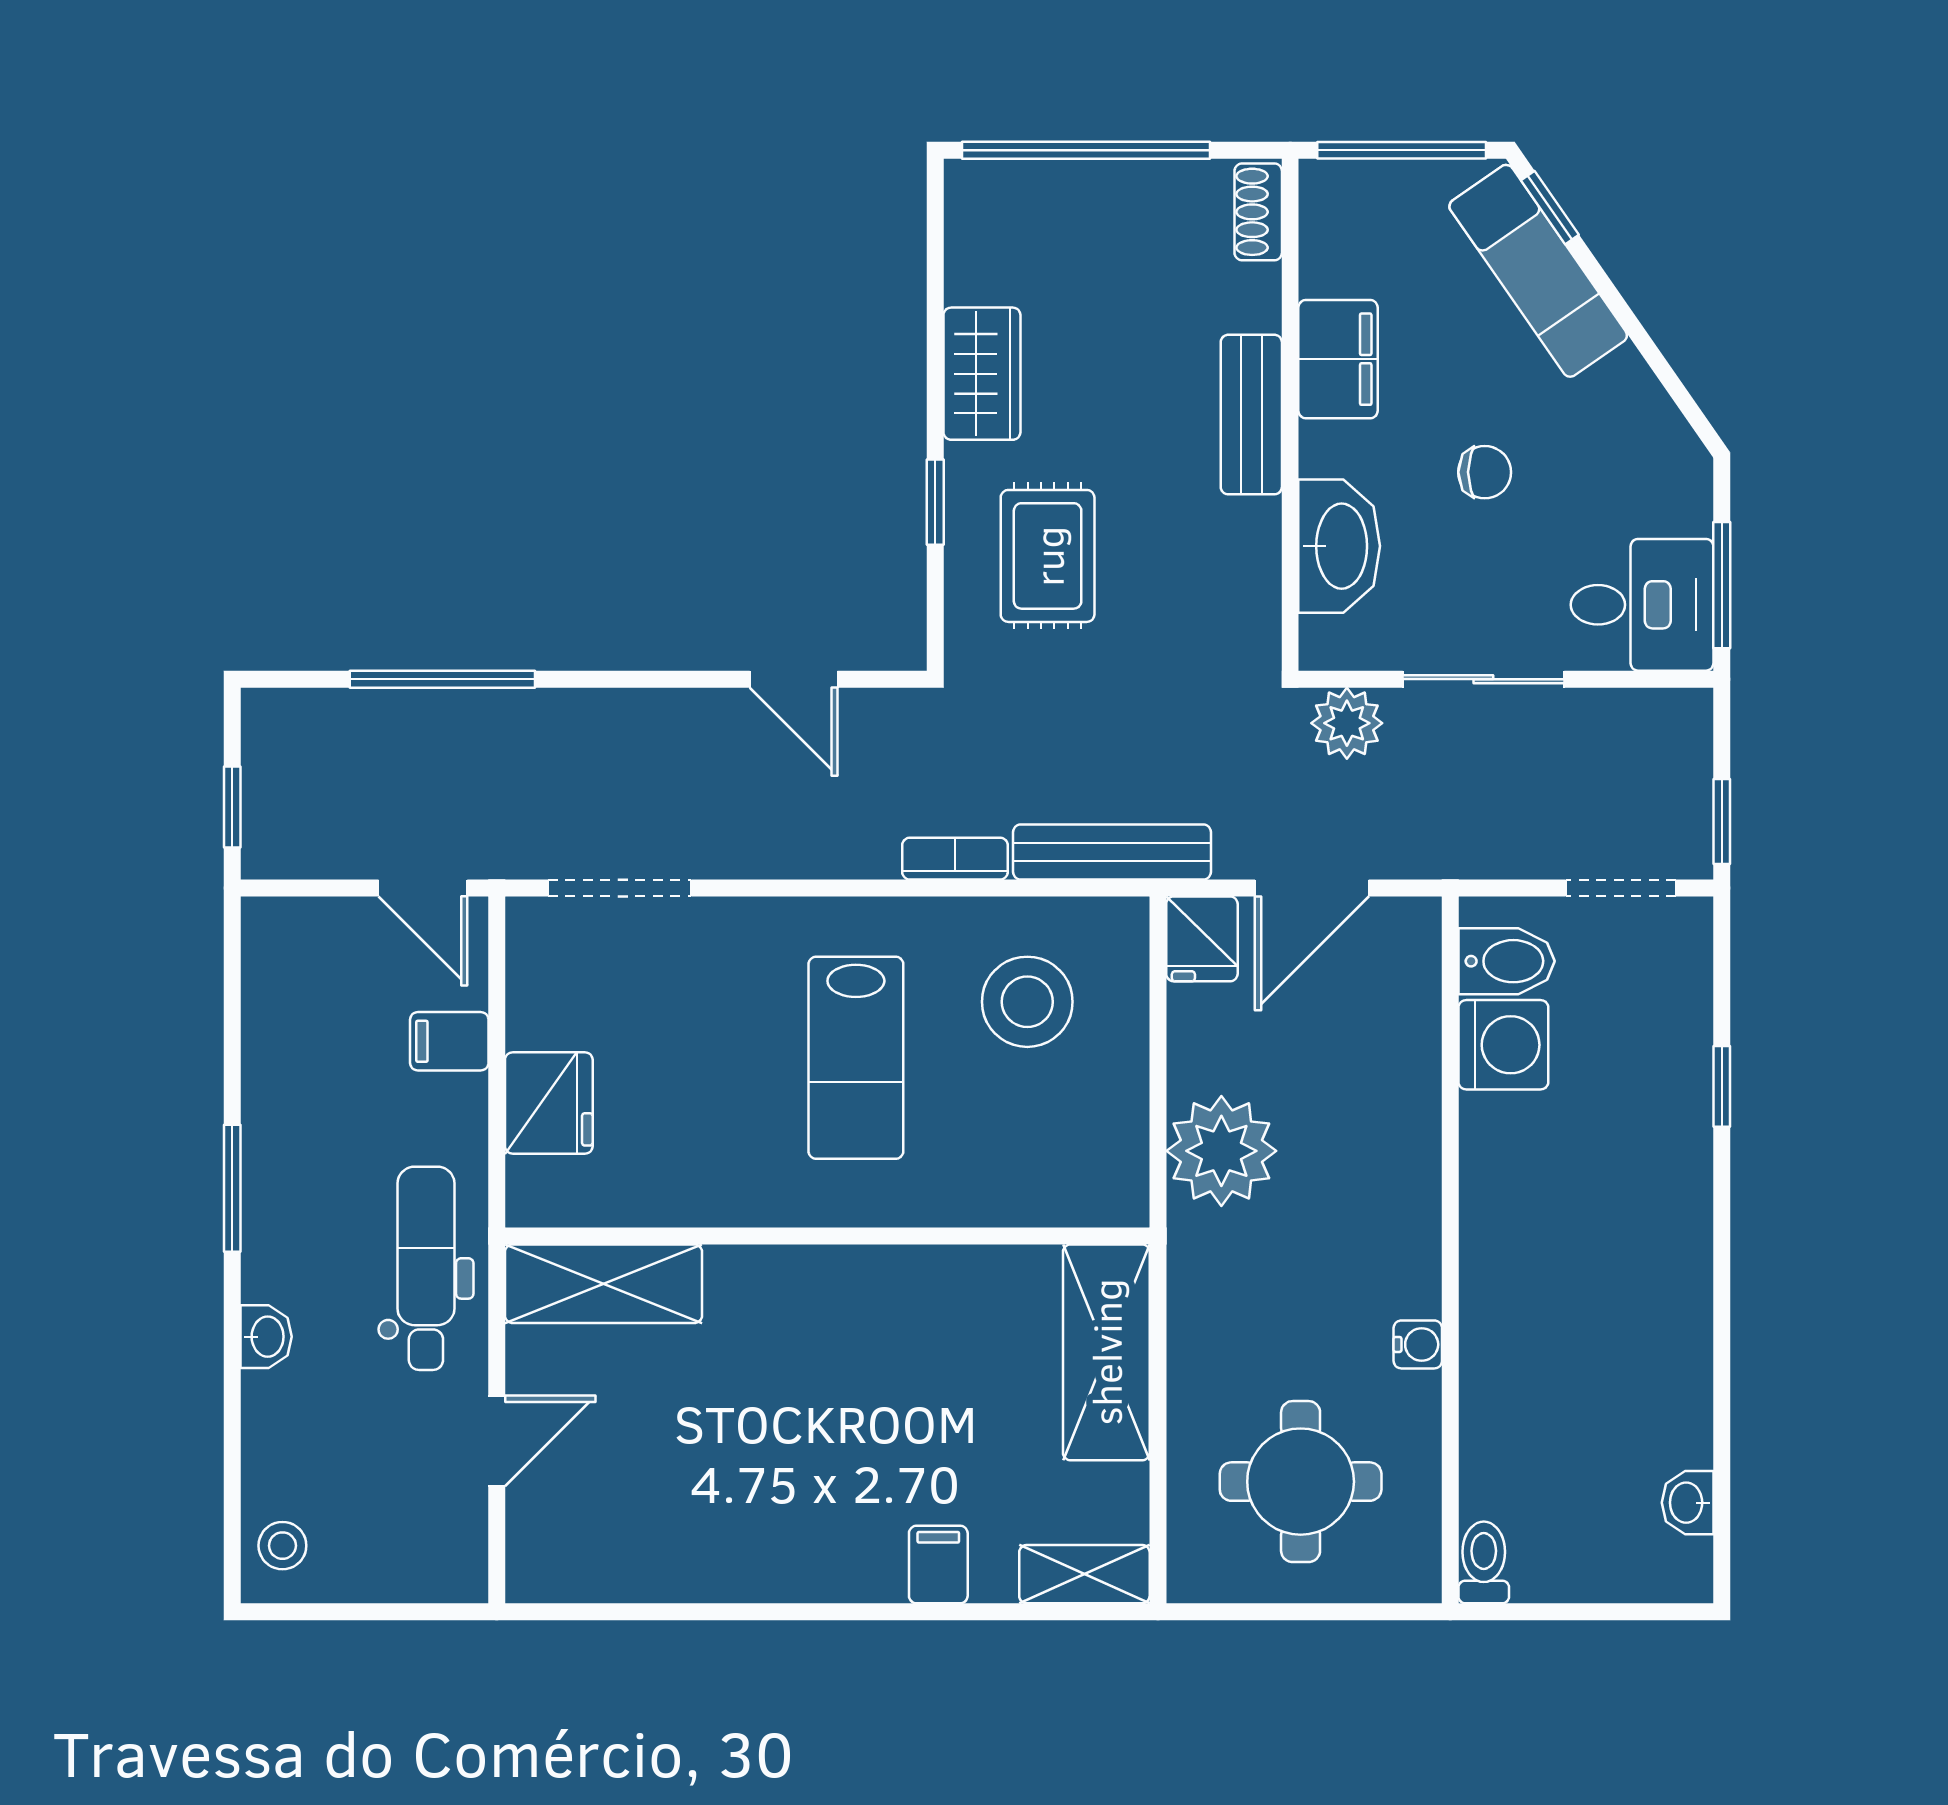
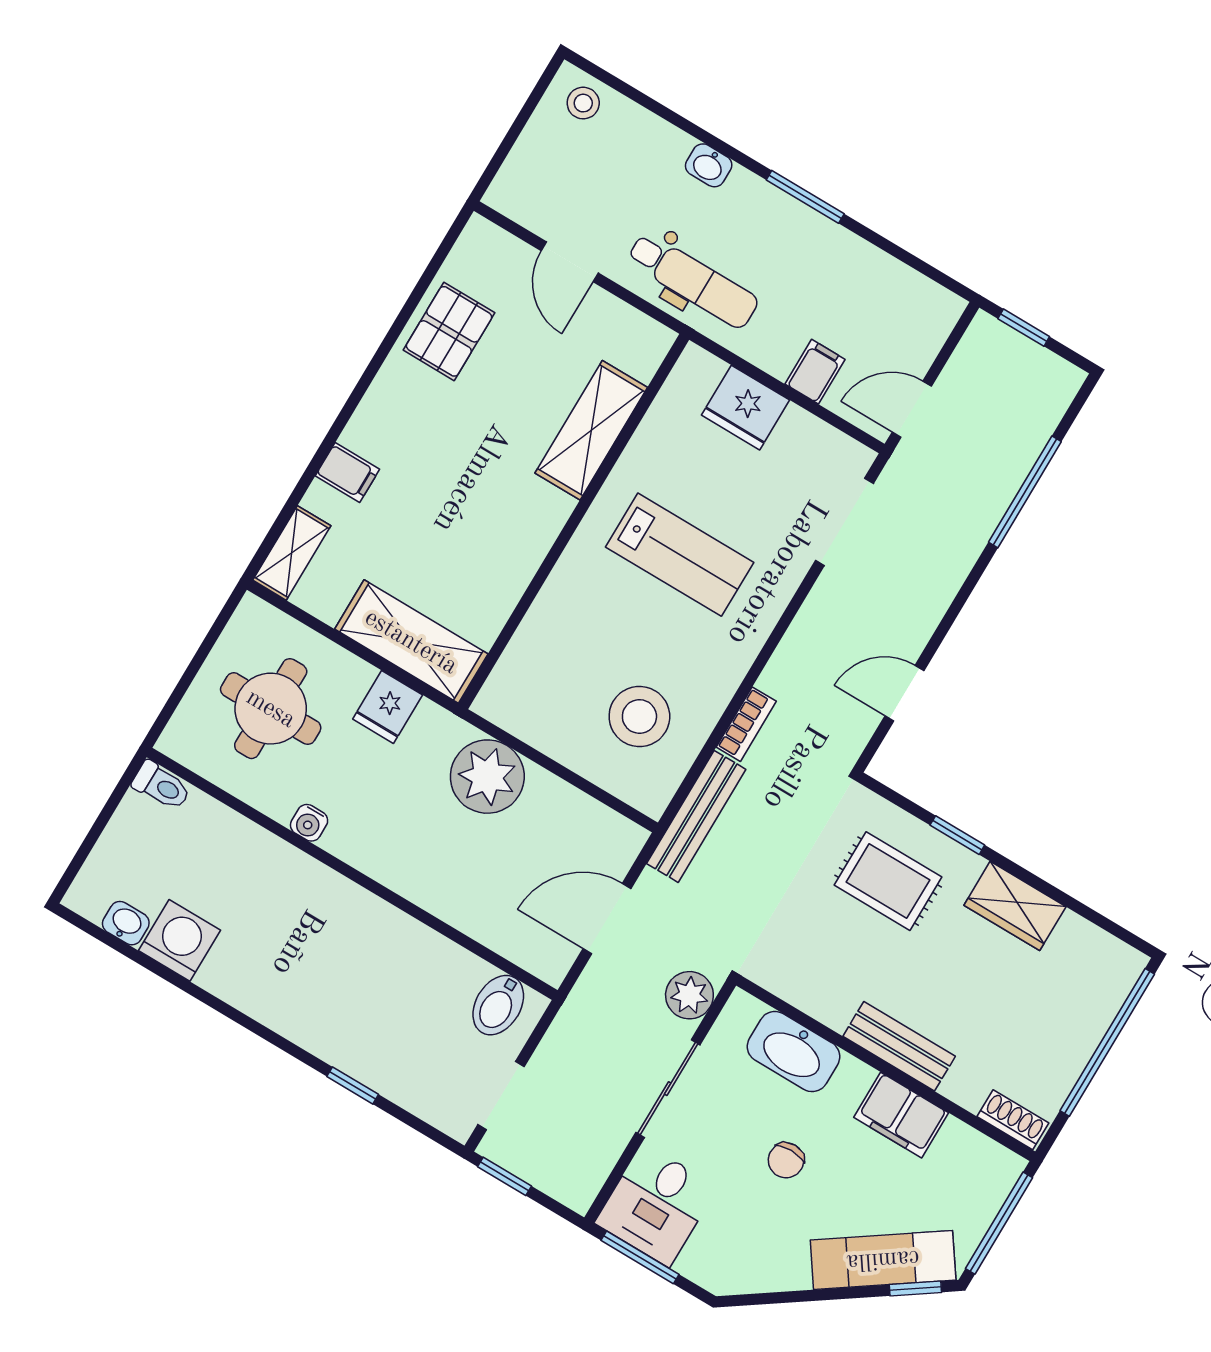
door: (1312, 888) -> (607, 919), hinge flipped
fridge: (1202, 939) -> (388, 707), moved, turned -90
washing machine: (1503, 1045) -> (179, 940), moved, turned 180
lab bench: (856, 1058) -> (680, 555), moved, turned 180
shelving: (604, 1284) -> (591, 430), moved
pallet: (679, 1542) -> (449, 331), added

